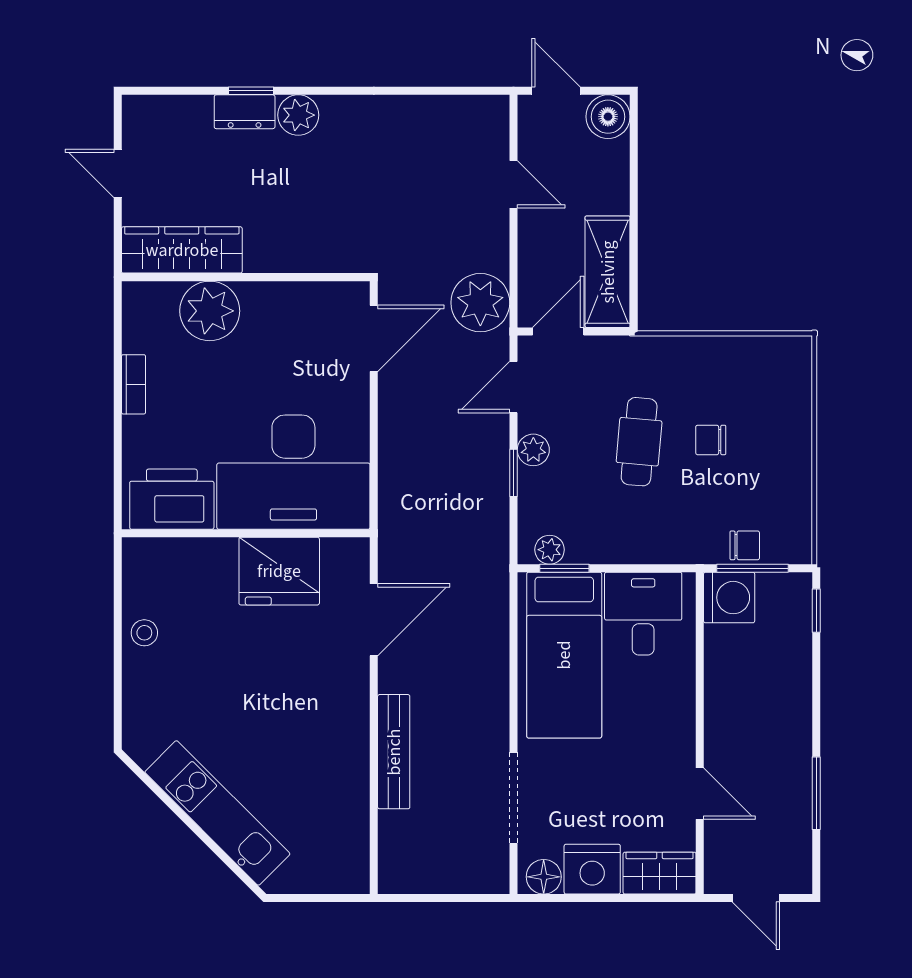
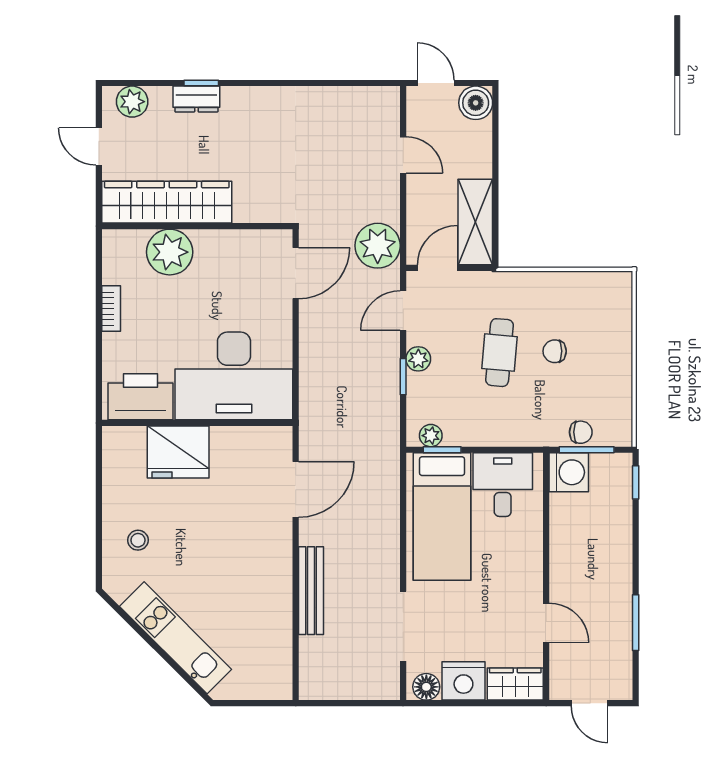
plant: (298, 115) -> (132, 102), moved
wardrobe: (182, 250) -> (167, 202), width x1.40, depth x1.17
fridge: (279, 571) -> (178, 452), moved
stool: (144, 633) -> (138, 540), moved

